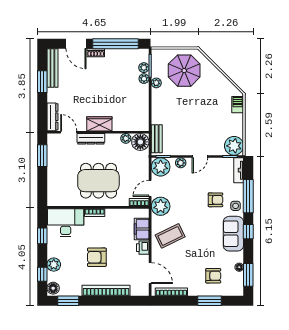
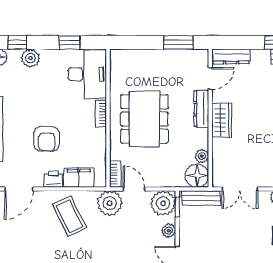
double door: (150, 110) -> (240, 189), added
armchair: (97, 257) -> (47, 139), moved, turned 180

